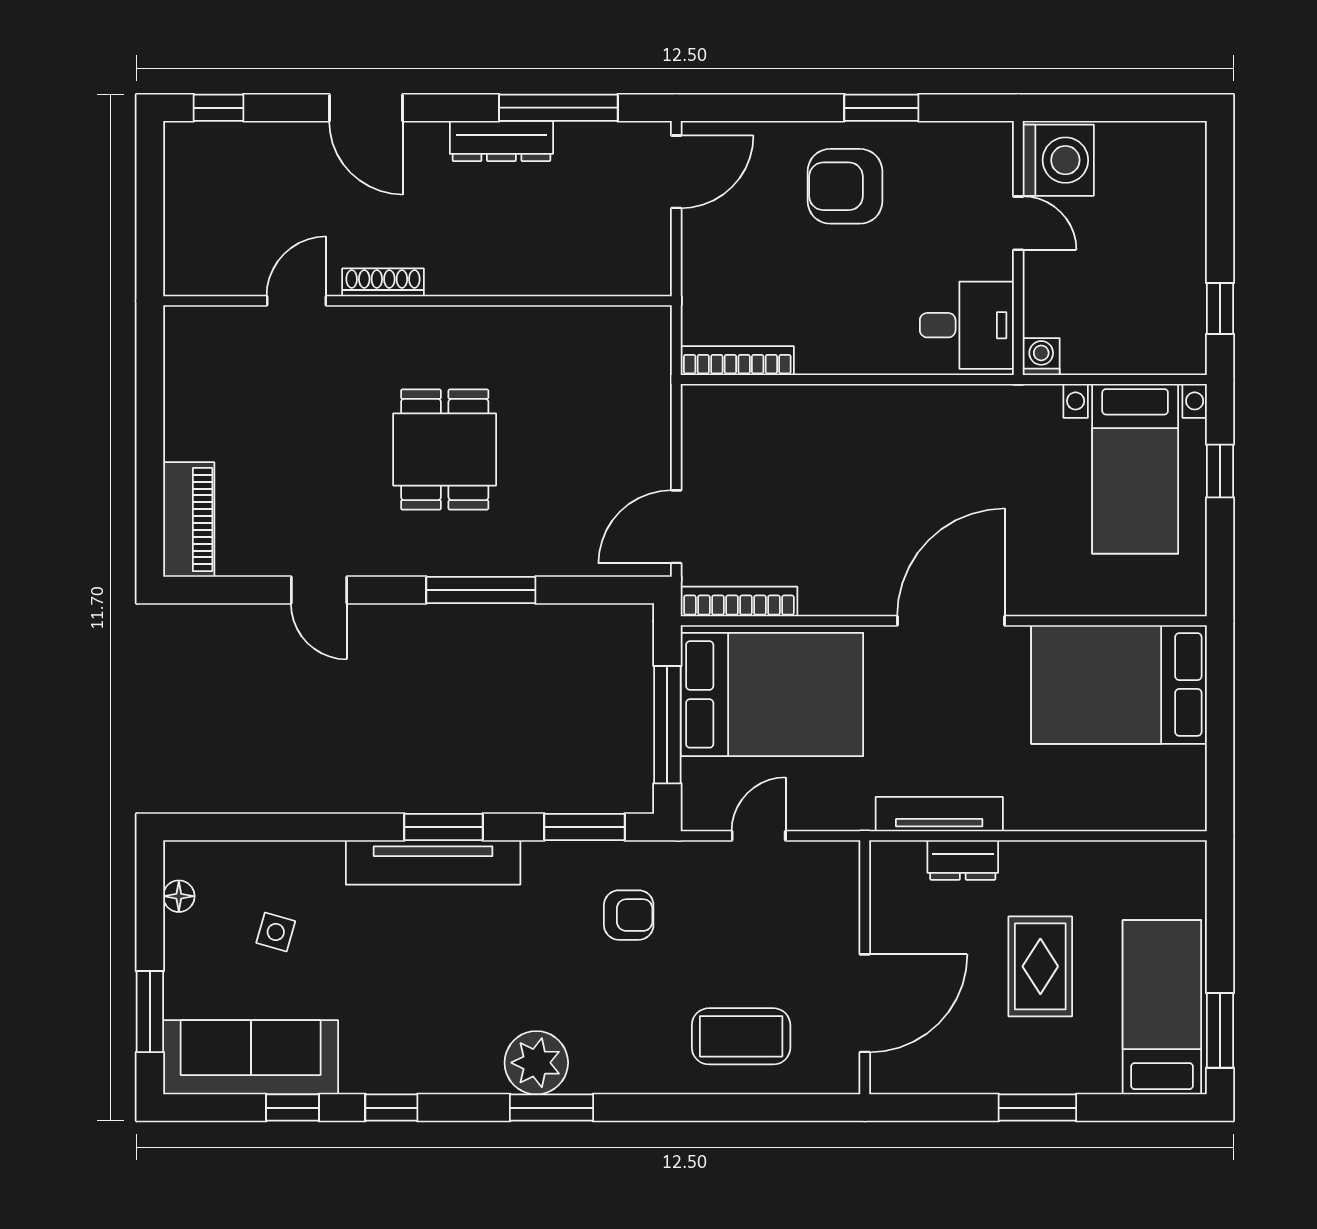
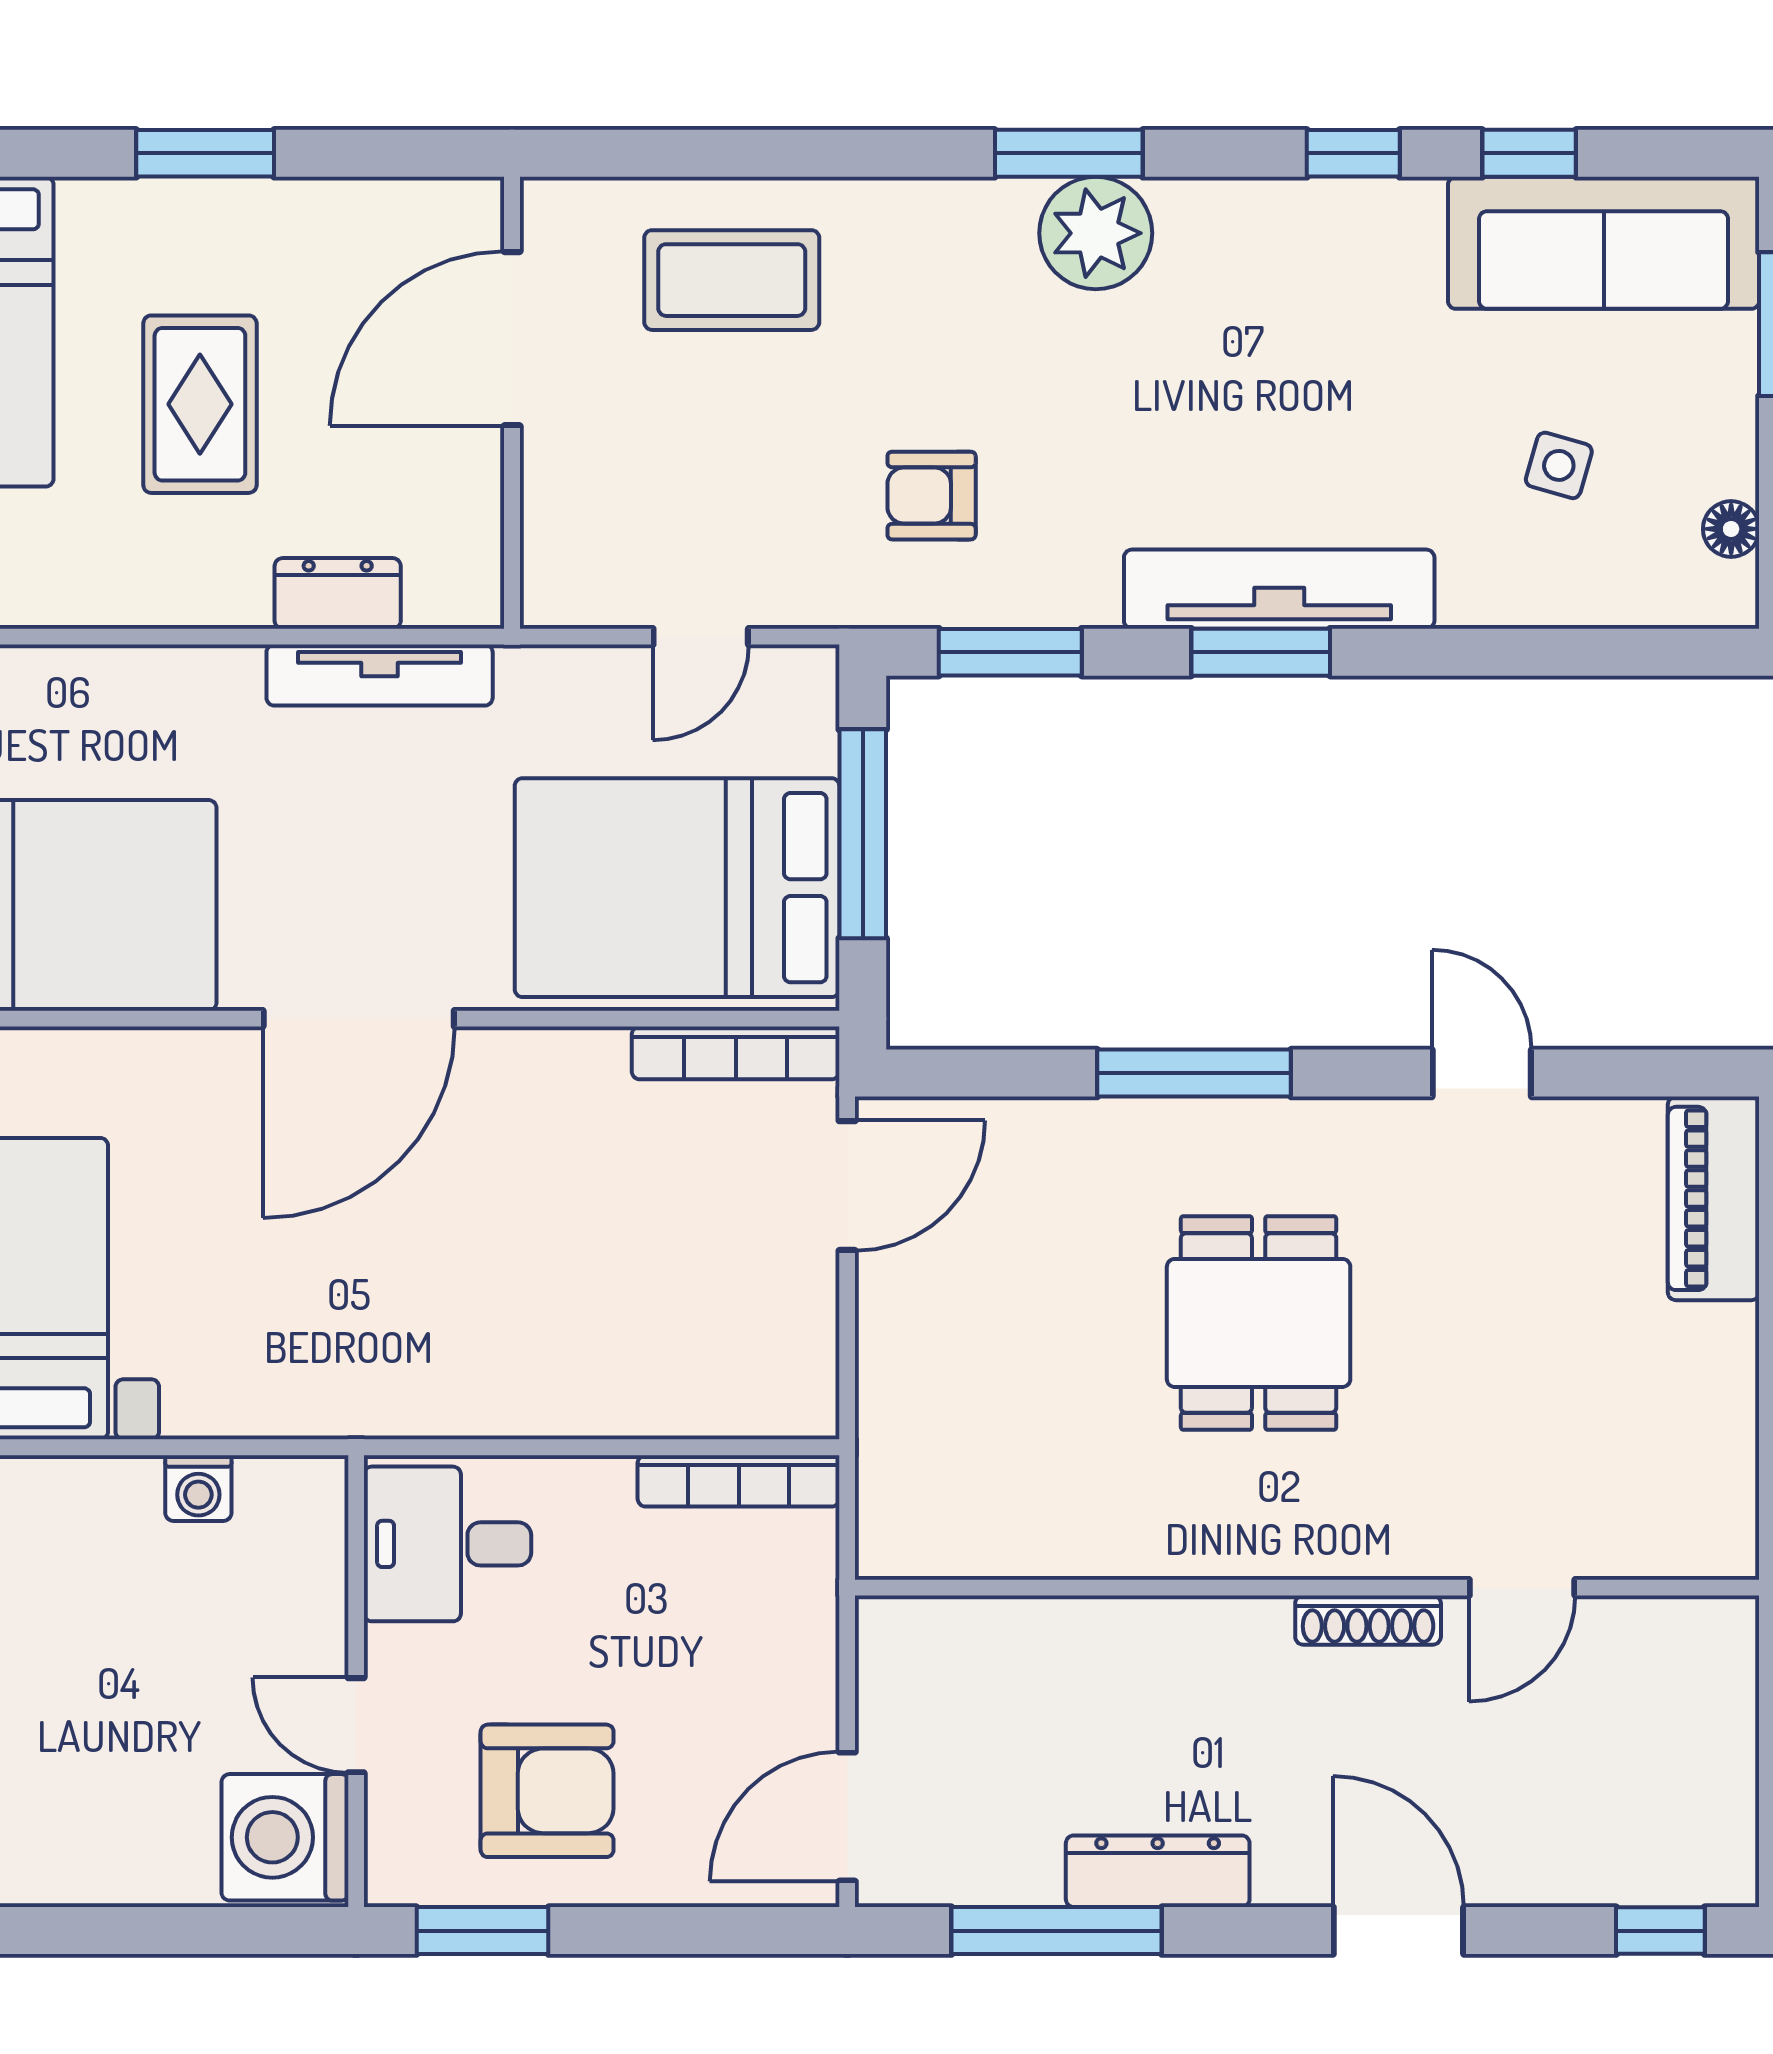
washing machine: (1058, 160) -> (285, 1837), moved
door: (1018, 223) -> (356, 1725), moved
wall: (1018, 248) -> (356, 1681), moved
desk: (967, 325) -> (447, 1544), moved

